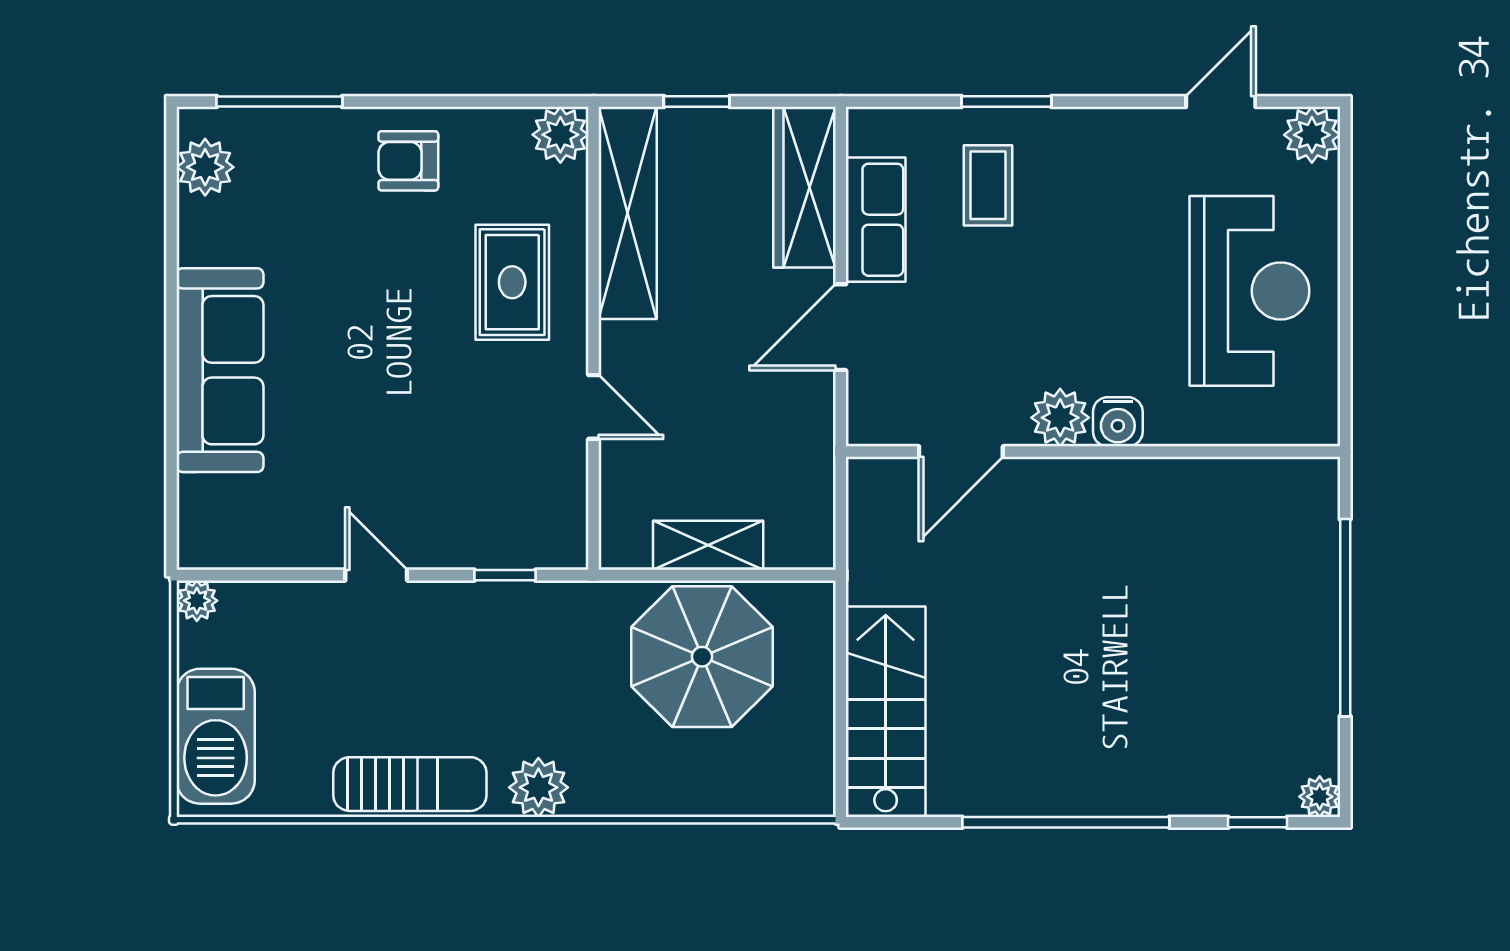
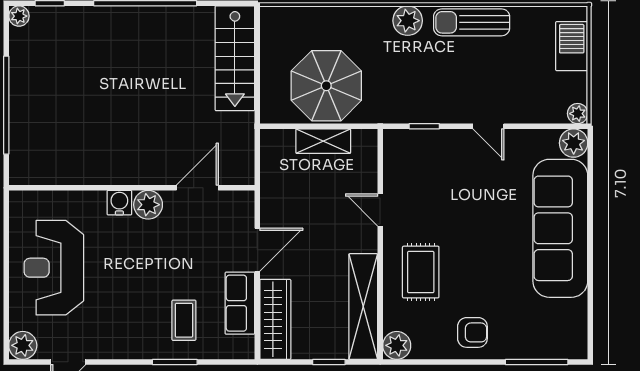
plant: (205, 167) -> (574, 143), moved
sofa: (220, 370) -> (560, 228), width x1.36, depth x1.27
barbecue: (216, 736) -> (572, 46), width x0.73, depth x0.83

